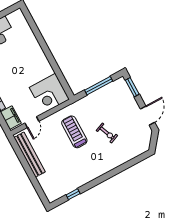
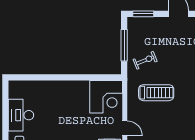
treadmill: (74, 132) -> (156, 93), turned 180
exercise bike: (107, 133) -> (145, 60), moved

